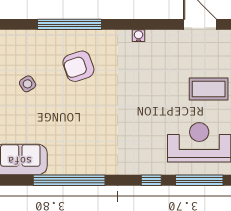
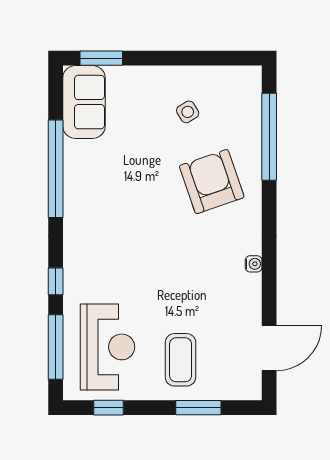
window: (70, 24) -> (269, 137), moved
armchair: (78, 66) -> (212, 182), width x1.36, depth x1.36

